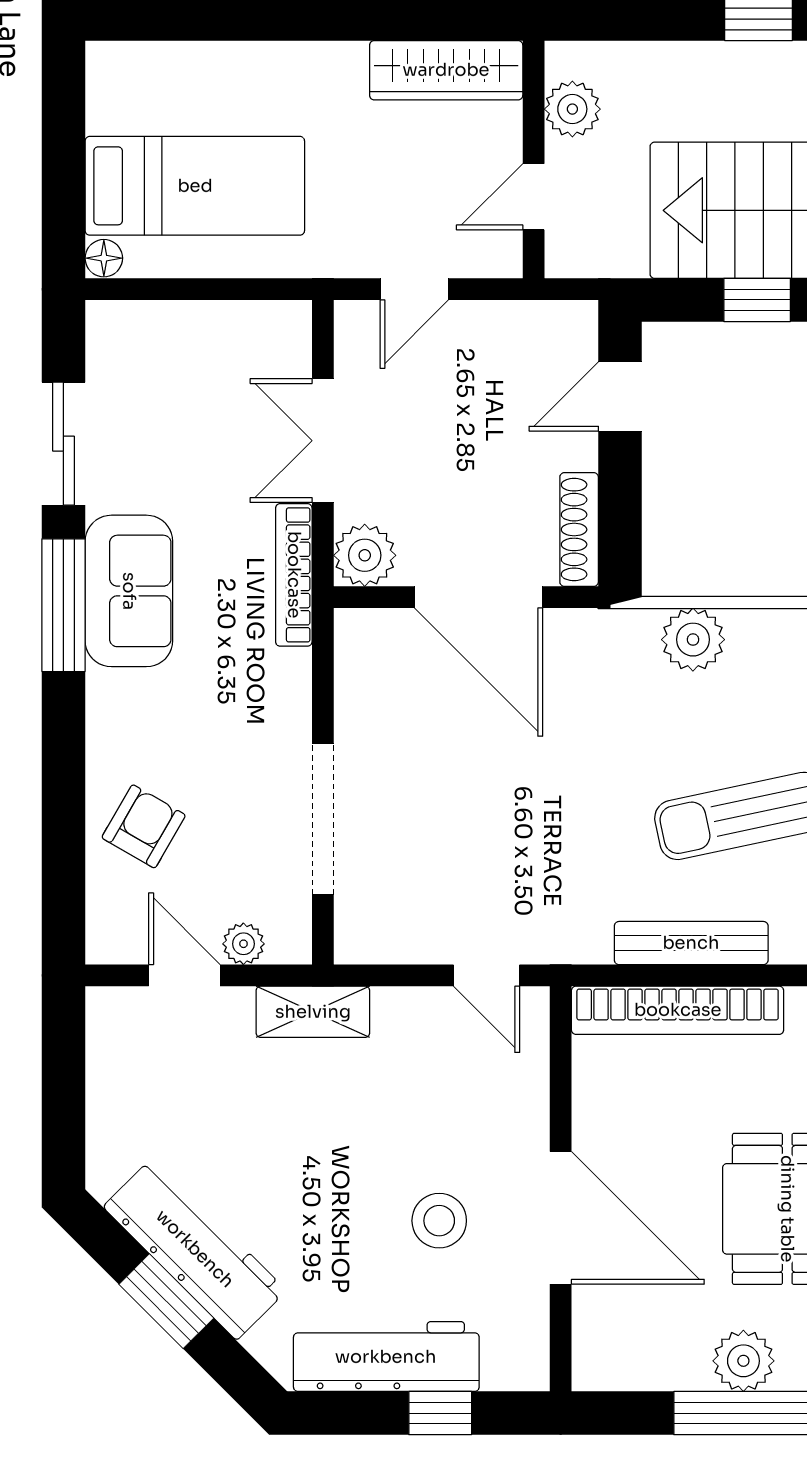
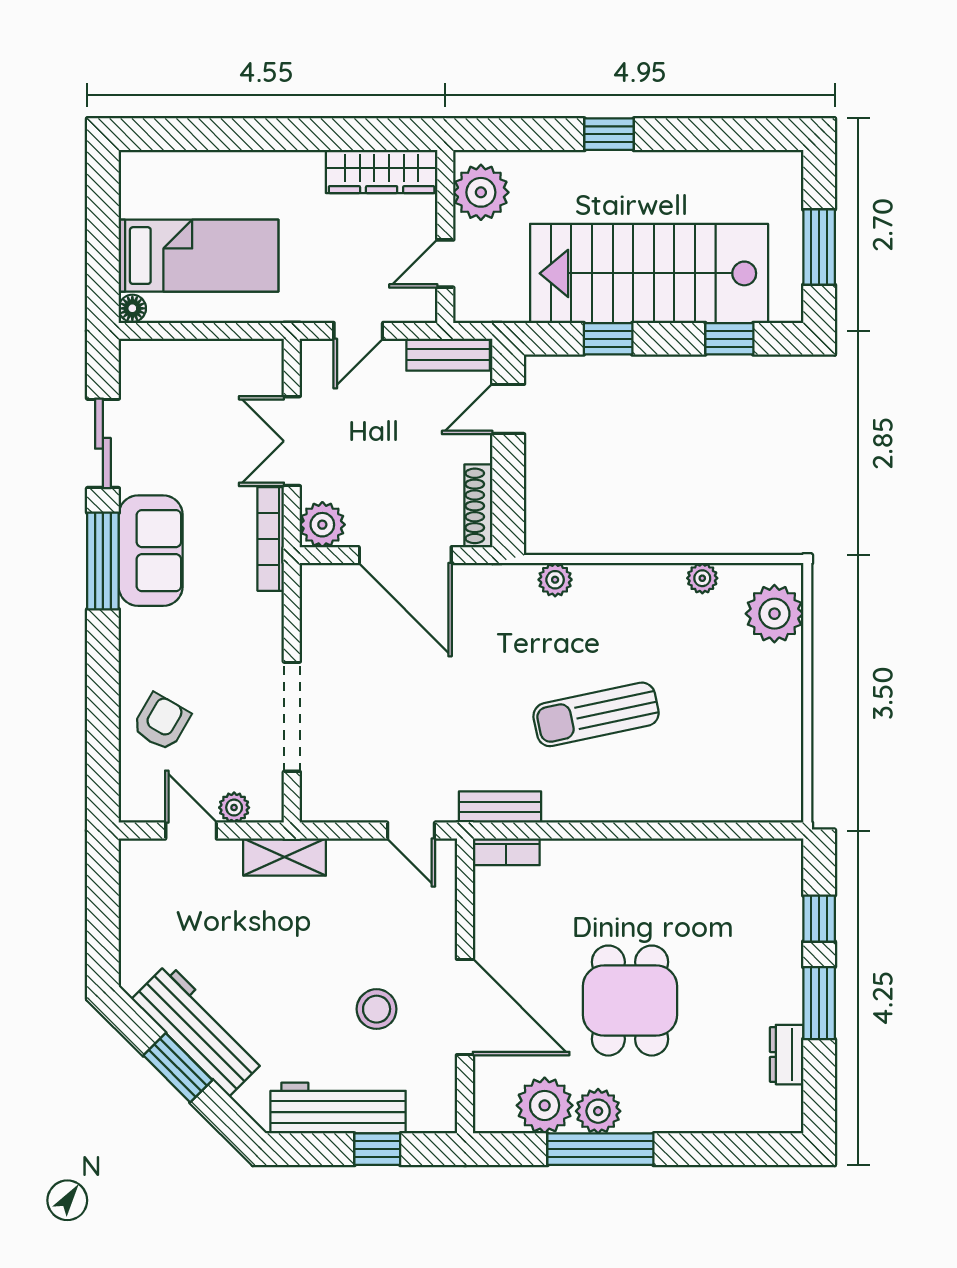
plant: (572, 109) -> (481, 192), width x1.36, depth x1.36
bench: (538, 322) -> (448, 355), added
plant: (693, 640) -> (555, 580), width x0.73, depth x0.73
bench: (691, 943) -> (500, 807), moved, width x0.73
bookcase: (678, 1010) -> (506, 852), width x0.43, depth x0.76
plant: (670, 1353) -> (545, 1105), added

